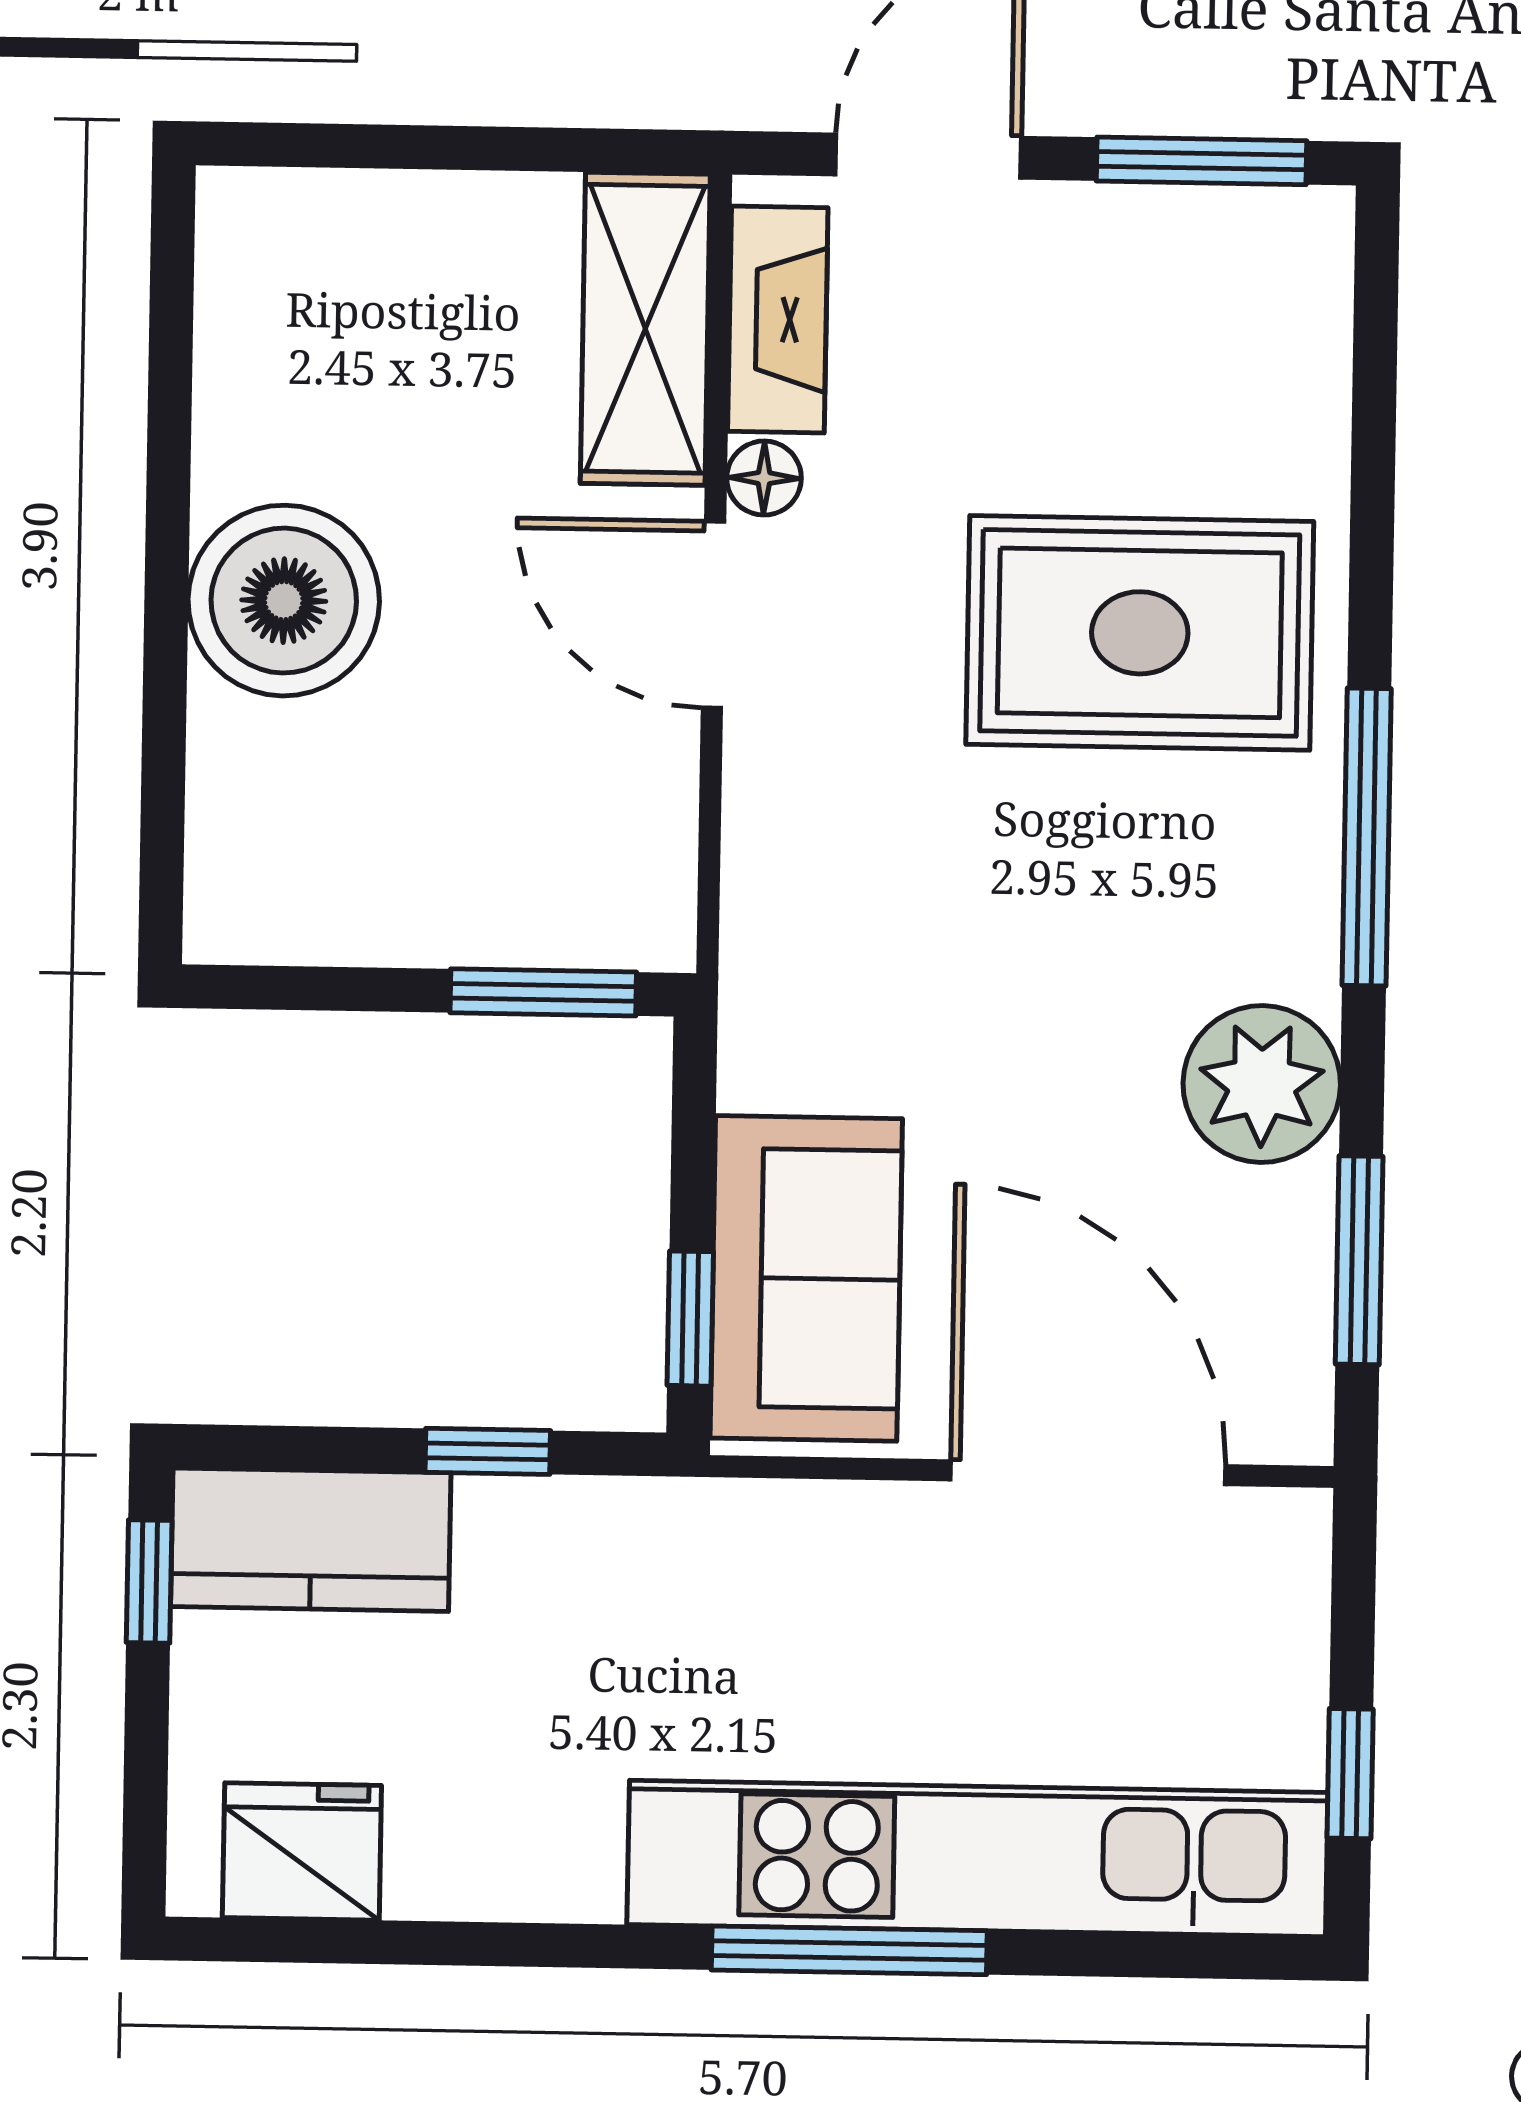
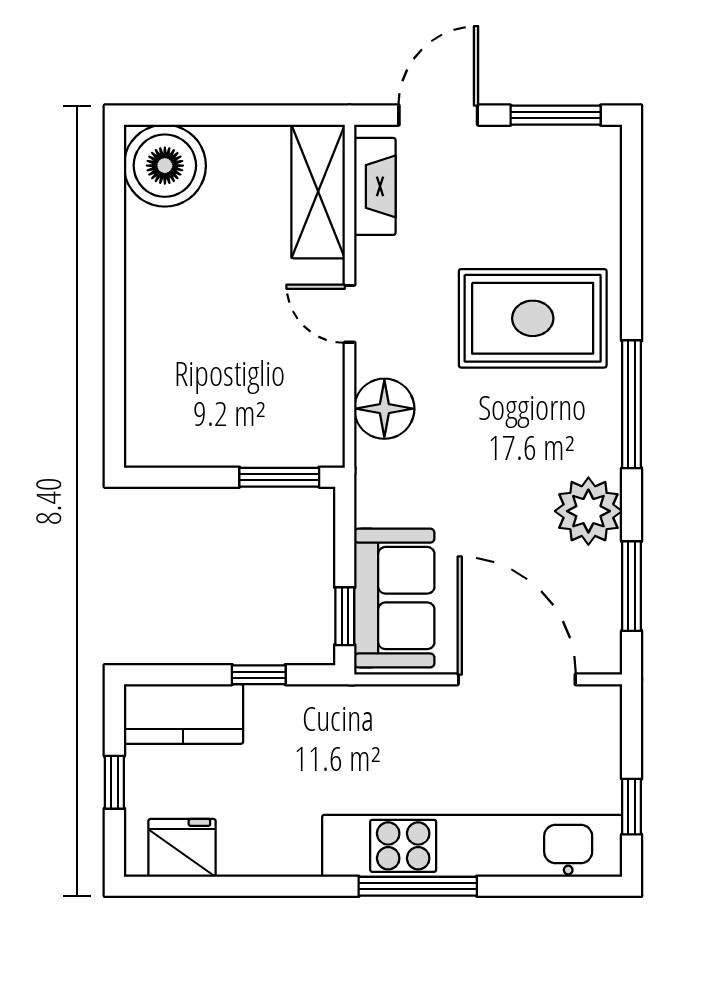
floor lamp: (764, 478) -> (384, 409), moved, width x1.89, depth x1.89
boiler: (284, 601) -> (165, 166), moved
door: (713, 615) -> (349, 314), width x0.73
window: (149, 1581) -> (114, 782), moved

